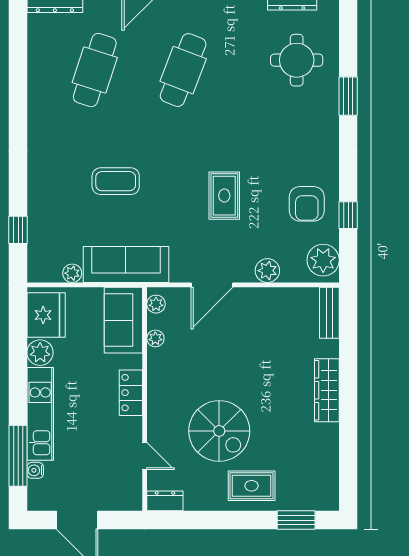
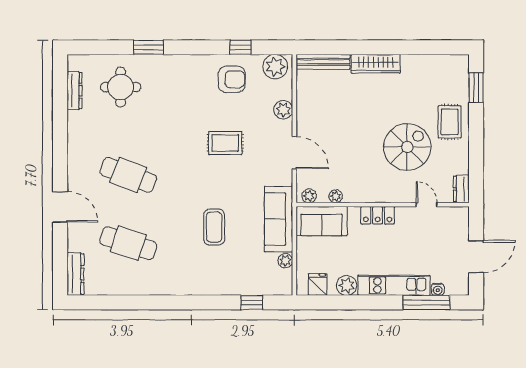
bench: (329, 313) -> (323, 62), width x1.36
fridge: (46, 315) -> (318, 285), width x0.53, depth x0.75
door: (145, 456) -> (427, 205), hinge flipped

